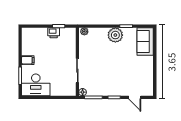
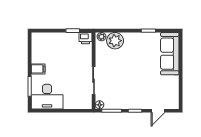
printer: (54, 33) -> (85, 38), moved
plant: (115, 35) -> (115, 41), moved
sofa: (145, 42) -> (170, 54), width x1.36
door: (135, 97) -> (158, 111), hinge flipped

